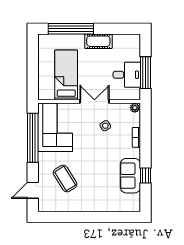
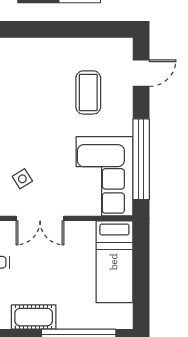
bed: (66, 75) -> (114, 262), moved
coffee table: (65, 178) -> (88, 92), turned 32

